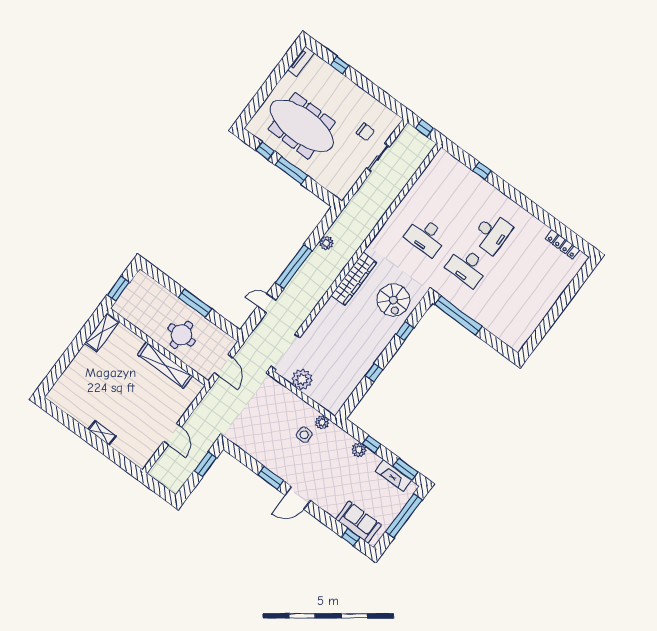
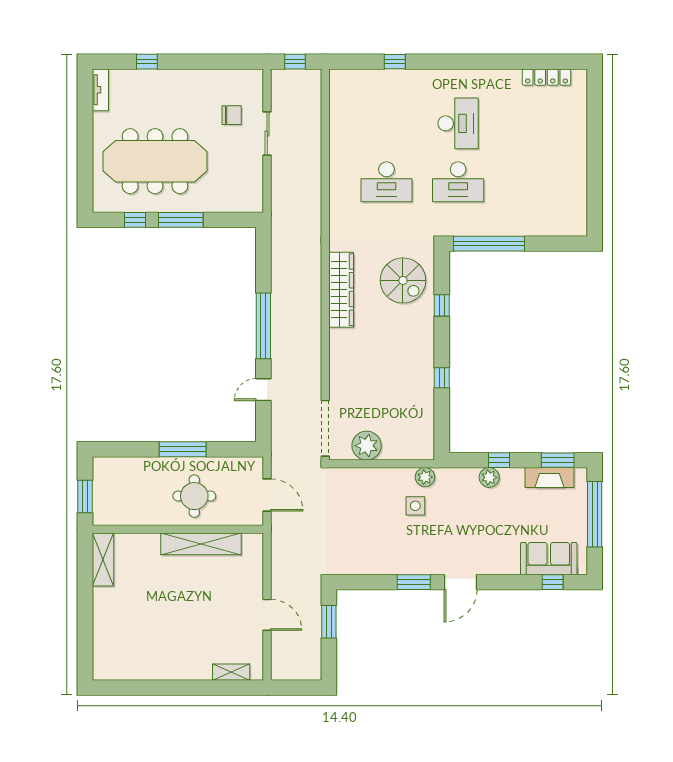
plant: (326, 243) -> (280, 272), removed
shelving: (102, 433) -> (231, 672), moved

